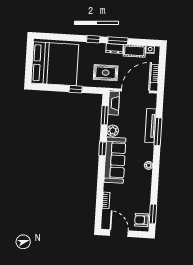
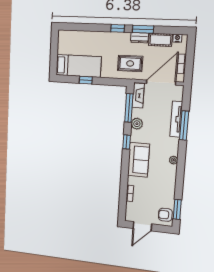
bed: (55, 64) -> (78, 66), width x0.49
window: (76, 89) -> (86, 80), moved
window: (105, 115) -> (129, 108), width x1.44
sofa: (115, 160) -> (138, 160), width x0.73
door: (119, 233) -> (142, 226), swing flipped

